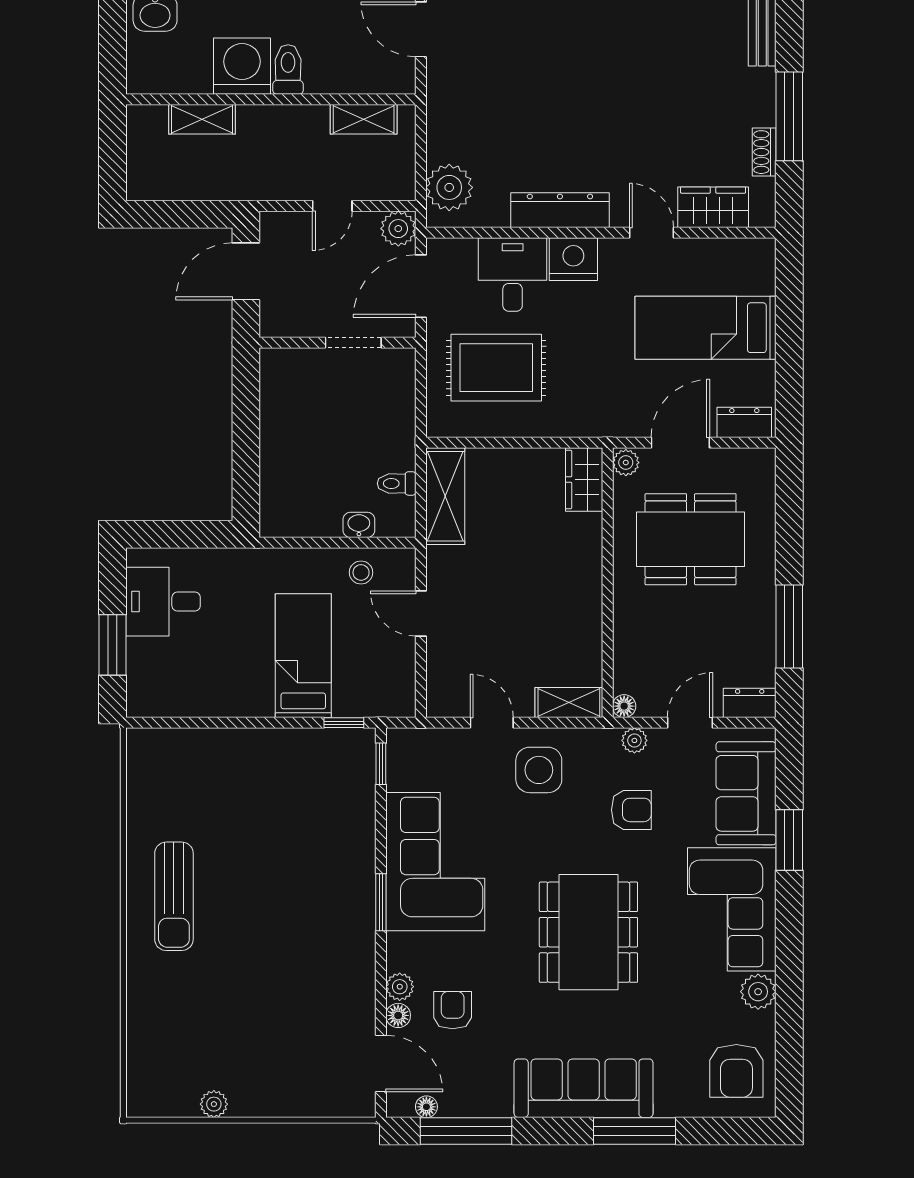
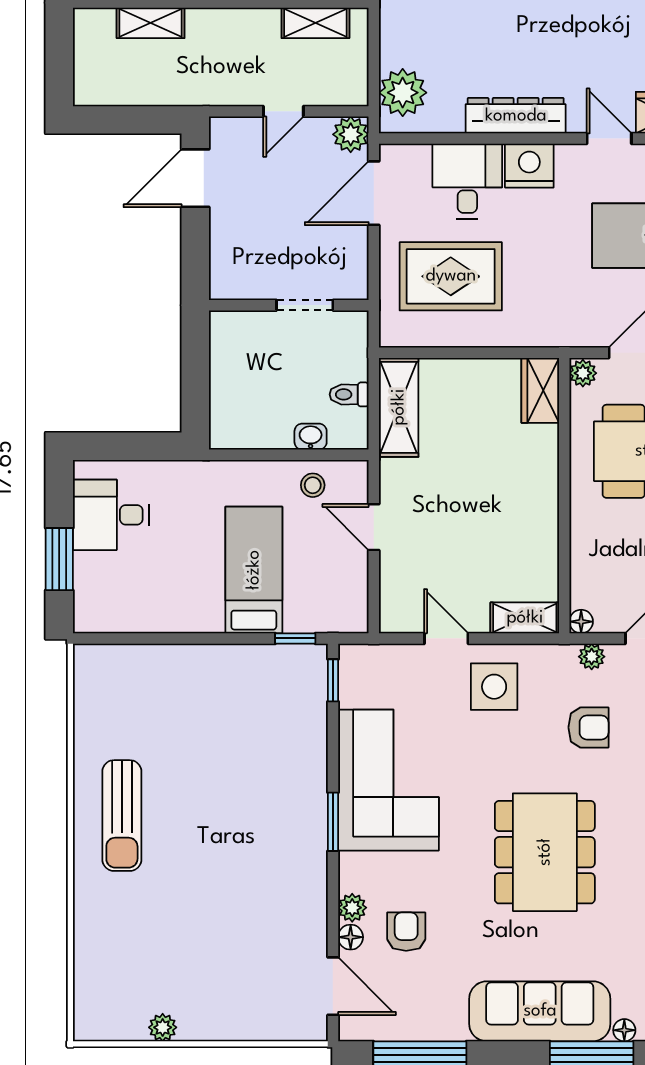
wall: (338, 343) -> (289, 305), moved
doorway: (353, 343) -> (305, 305), moved
floor lamp: (426, 1107) -> (624, 1030), moved

